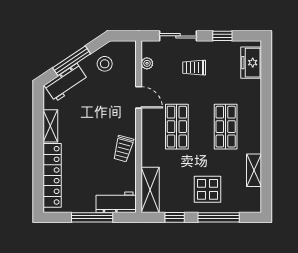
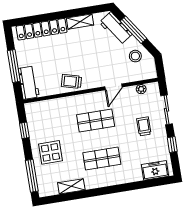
shelving: (150, 190) -> (43, 108), removed
window: (219, 217) -> (32, 176), moved

